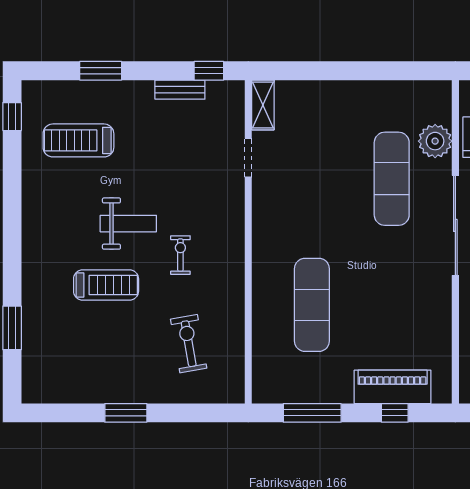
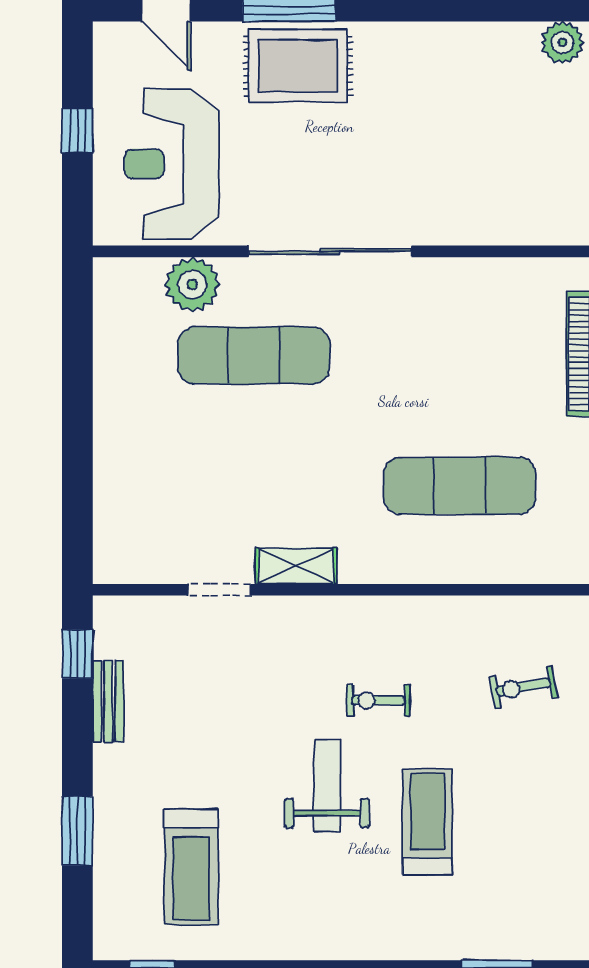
shelving: (263, 105) -> (296, 566), moved
exercise bike: (189, 344) -> (523, 687), width x0.73, depth x0.72

